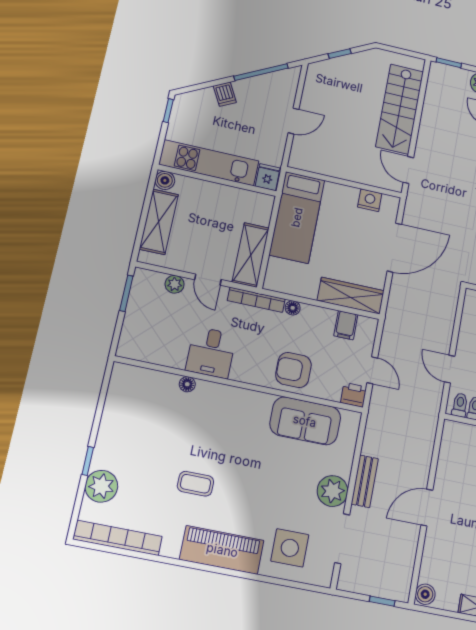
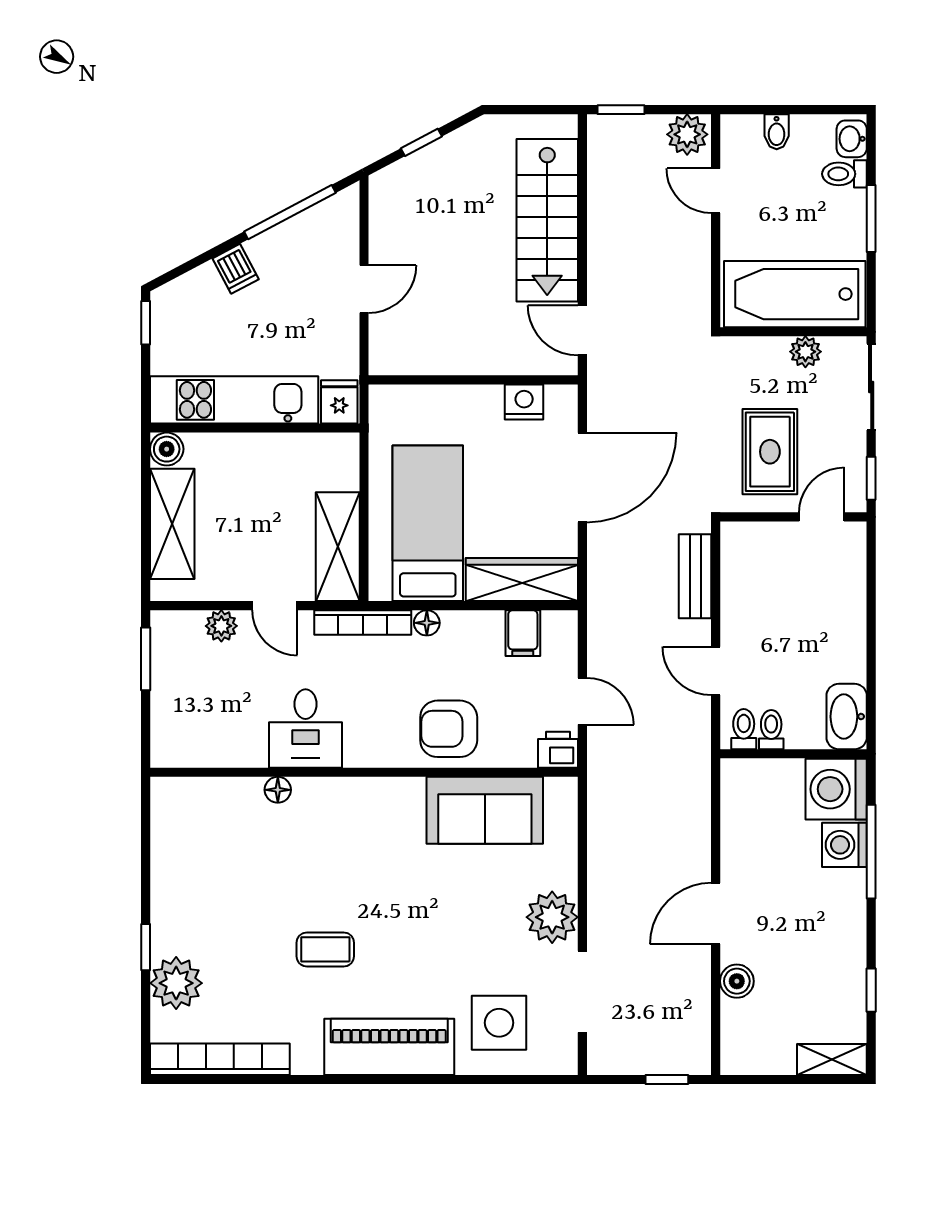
bed: (297, 217) -> (428, 523), moved, turned 180
bench: (365, 481) -> (695, 576), moved
boiler: (425, 594) -> (737, 981), moved

